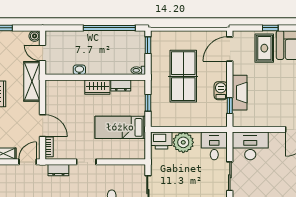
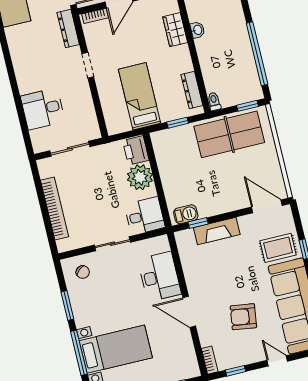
table tennis table: (183, 76) -> (229, 134), moved
dresser: (121, 85) -> (192, 90), width x1.44
wardrobe: (97, 87) -> (175, 30), moved
barbecue: (221, 91) -> (186, 214), moved
desk: (250, 146) -> (159, 277), moved
dresser: (58, 170) -> (68, 28), width x1.44

